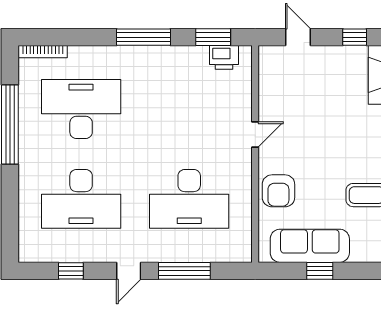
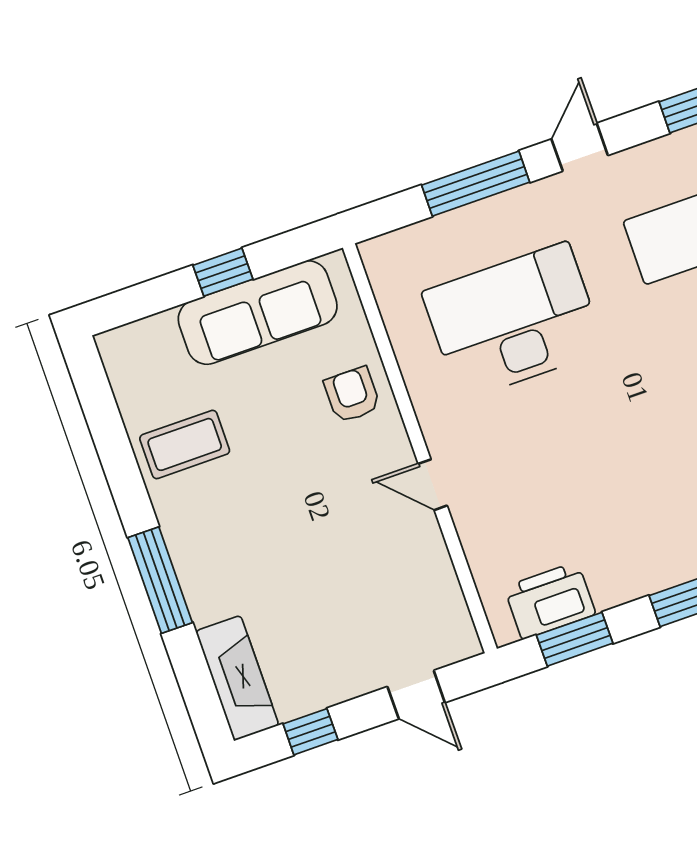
printer: (224, 57) -> (550, 601), width x1.37, depth x1.19
door: (255, 134) -> (433, 485), hinge flipped
armchair: (278, 191) -> (352, 395), width x0.72, depth x0.72

